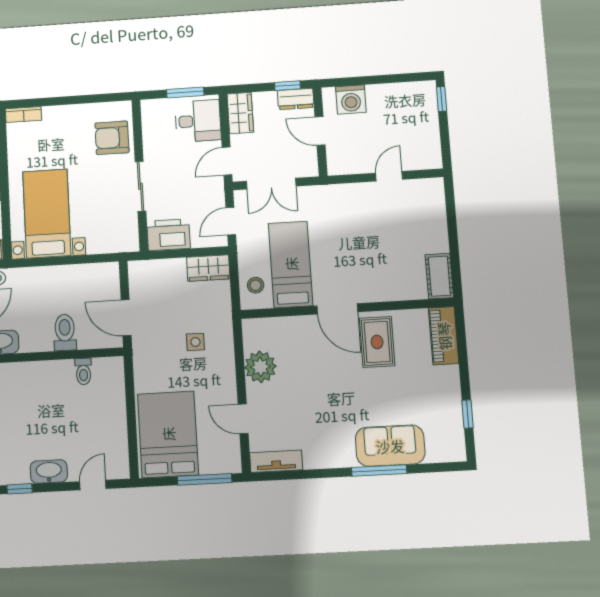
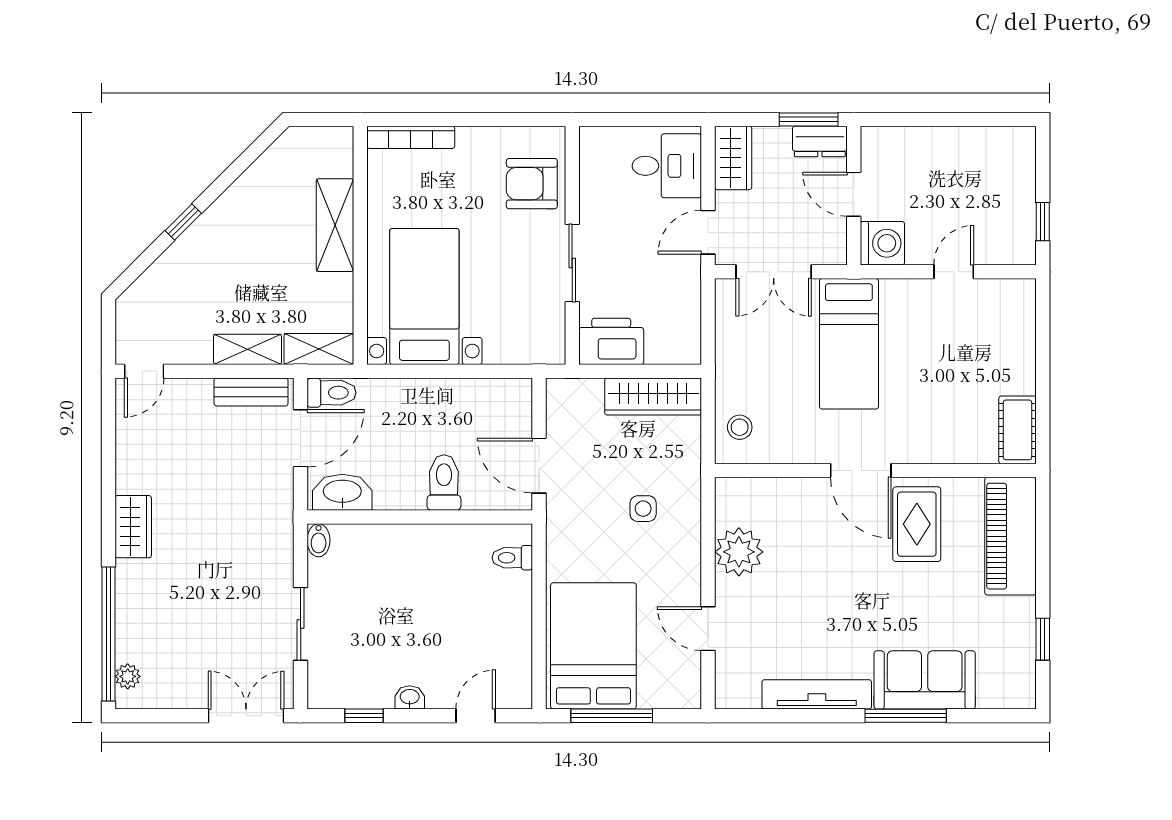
window: (287, 86) -> (809, 119), width x1.50
window: (185, 92) -> (650, 119), removed
washing machine: (351, 99) -> (882, 243), moved, turned -90
window: (442, 99) -> (1043, 222), moved
bookcase: (23, 115) -> (411, 137), width x1.56
door: (231, 221) -> (708, 326), removed
bed: (291, 264) -> (849, 344), moved, turned 180
wardrobe: (208, 268) -> (653, 397), width x1.50
piano: (444, 336) -> (1010, 536), width x1.37, depth x1.33
toilet: (83, 371) -> (512, 558), moved, turned 90
tv unit: (276, 461) -> (817, 694), moved, width x1.41
washbasin: (49, 471) -> (410, 697), width x0.52, depth x0.69
window: (205, 479) -> (612, 716), moved

